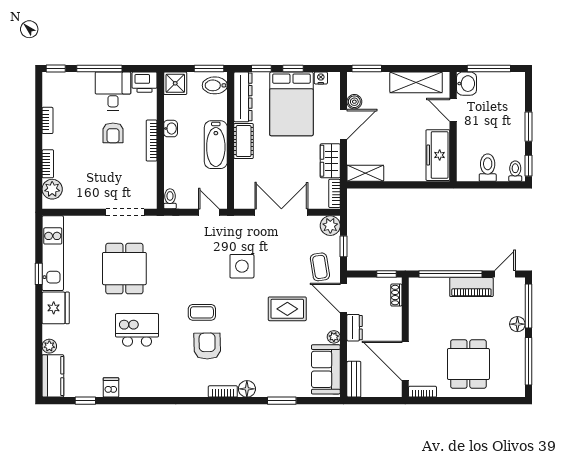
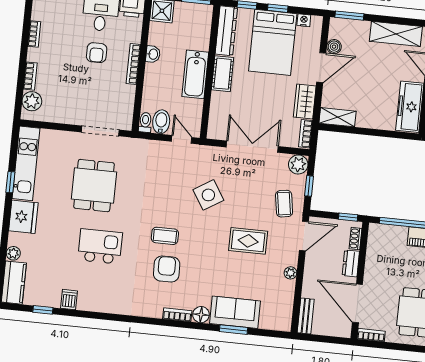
bidet: (215, 85) -> (161, 122), moved, turned 90
side table: (242, 266) -> (208, 195), turned -32
door: (344, 298) -> (304, 236), swing flipped
dresser: (355, 328) -> (351, 263), moved, turned 180
sofa: (326, 369) -> (235, 312), moved, turned 90

